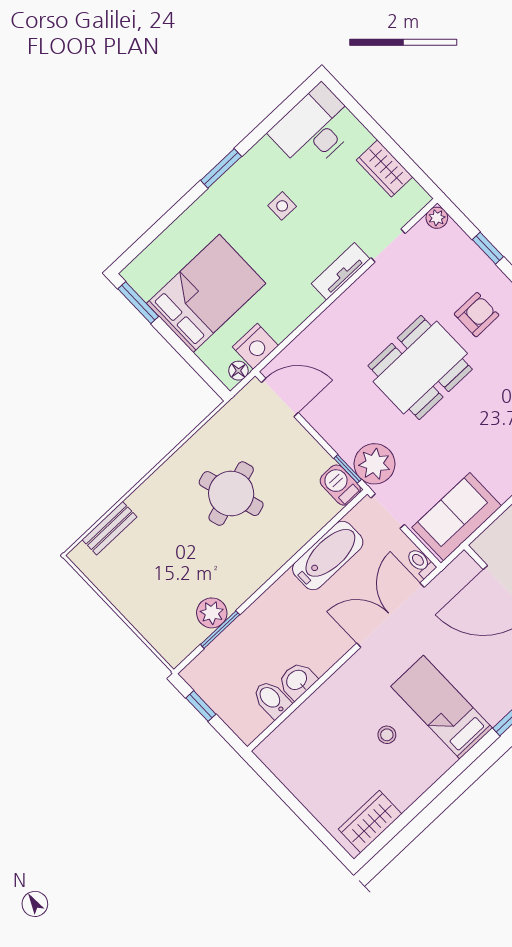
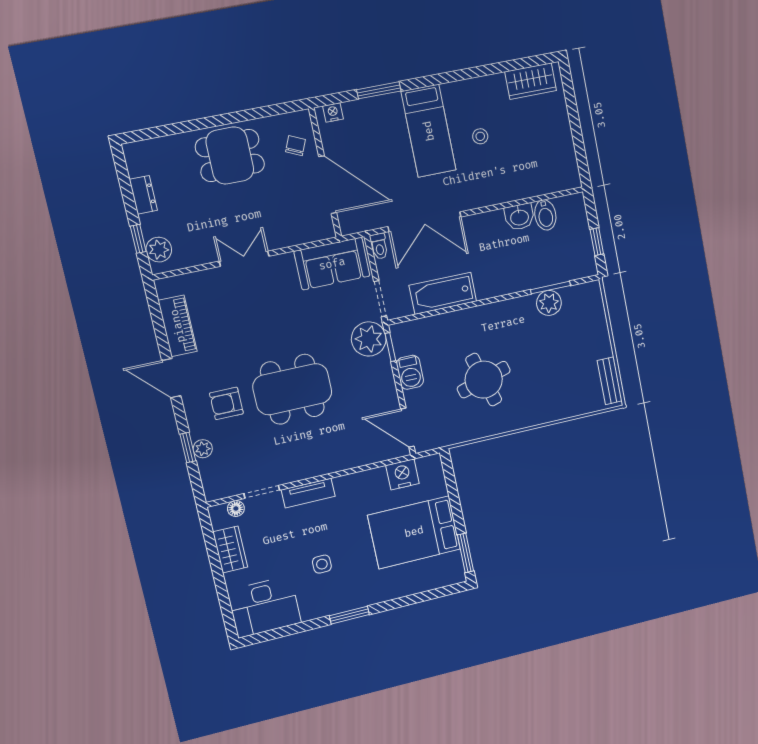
plant: (437, 218) -> (203, 449), moved
floor lamp: (238, 371) -> (236, 509), moved
barbecue: (340, 485) -> (410, 372), moved
bench: (110, 528) -> (610, 381), moved, turned 90

